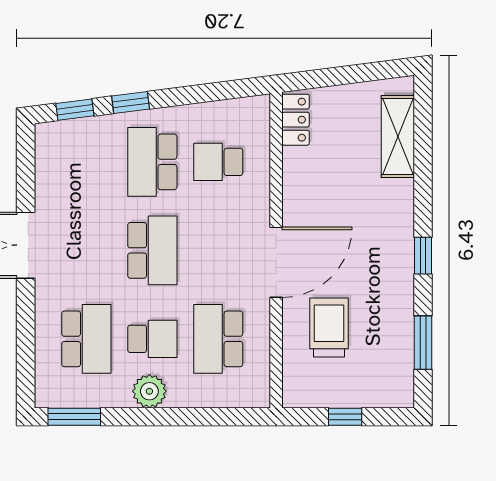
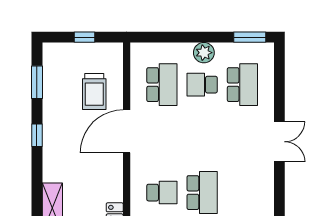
school desk: (152, 250) -> (202, 139), removed
school desk: (86, 339) -> (242, 85), turned 180

